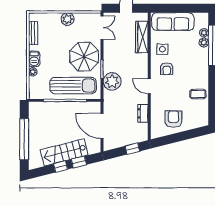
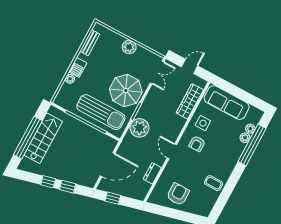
door: (102, 126) -> (107, 165), swing flipped
window: (132, 149) -> (113, 198), moved
stairs: (64, 152) -> (43, 138), moved, turned 104

